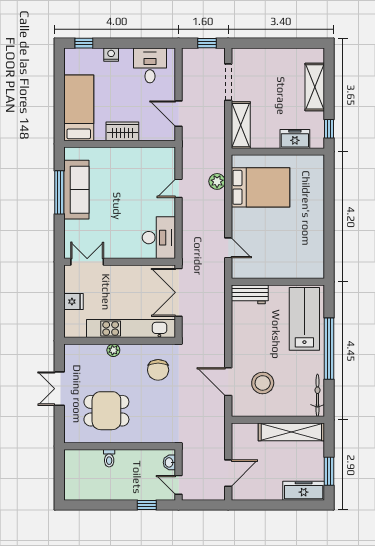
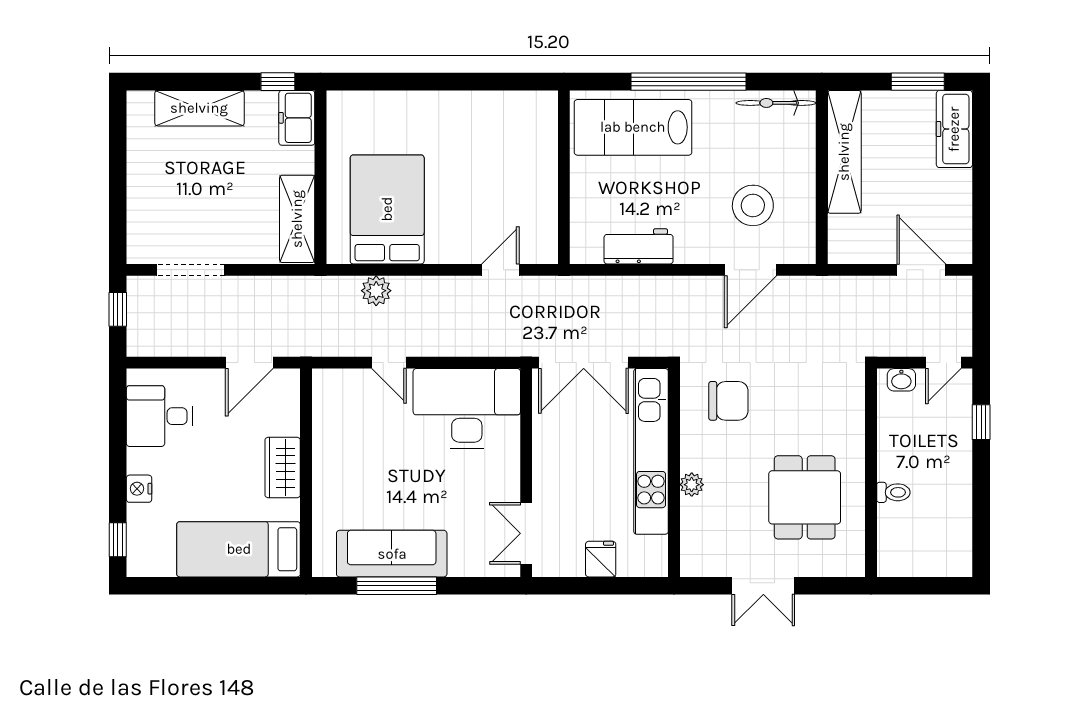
shelving: (241, 125) -> (297, 219), moved, turned 90
freezer: (295, 139) -> (297, 118), moved
desk: (159, 238) -> (467, 409), width x1.36, depth x1.30
workbench: (250, 294) -> (639, 246), moved, turned -90

